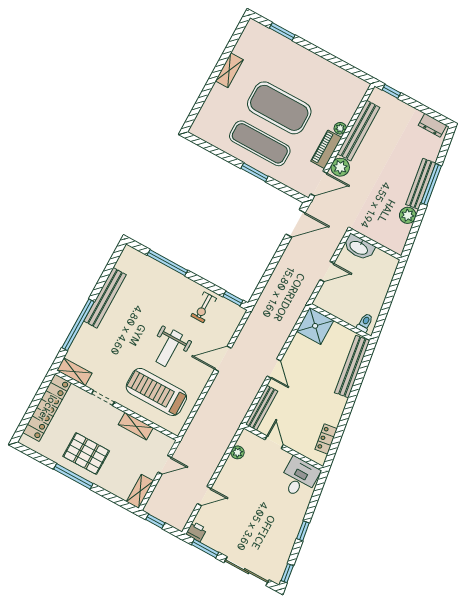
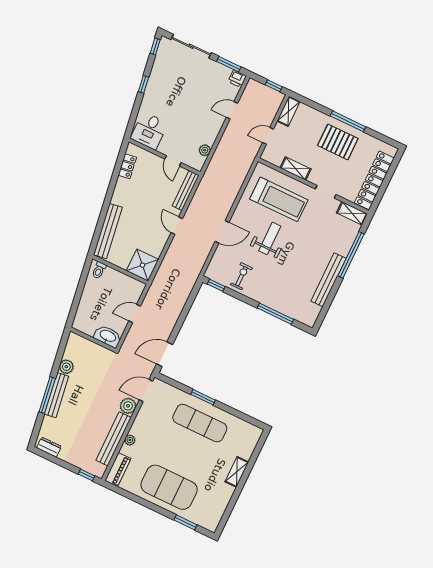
shelving: (229, 70) -> (237, 472), moved
exercise mat: (279, 108) -> (169, 487), moved
piano: (326, 149) -> (118, 470), moved

